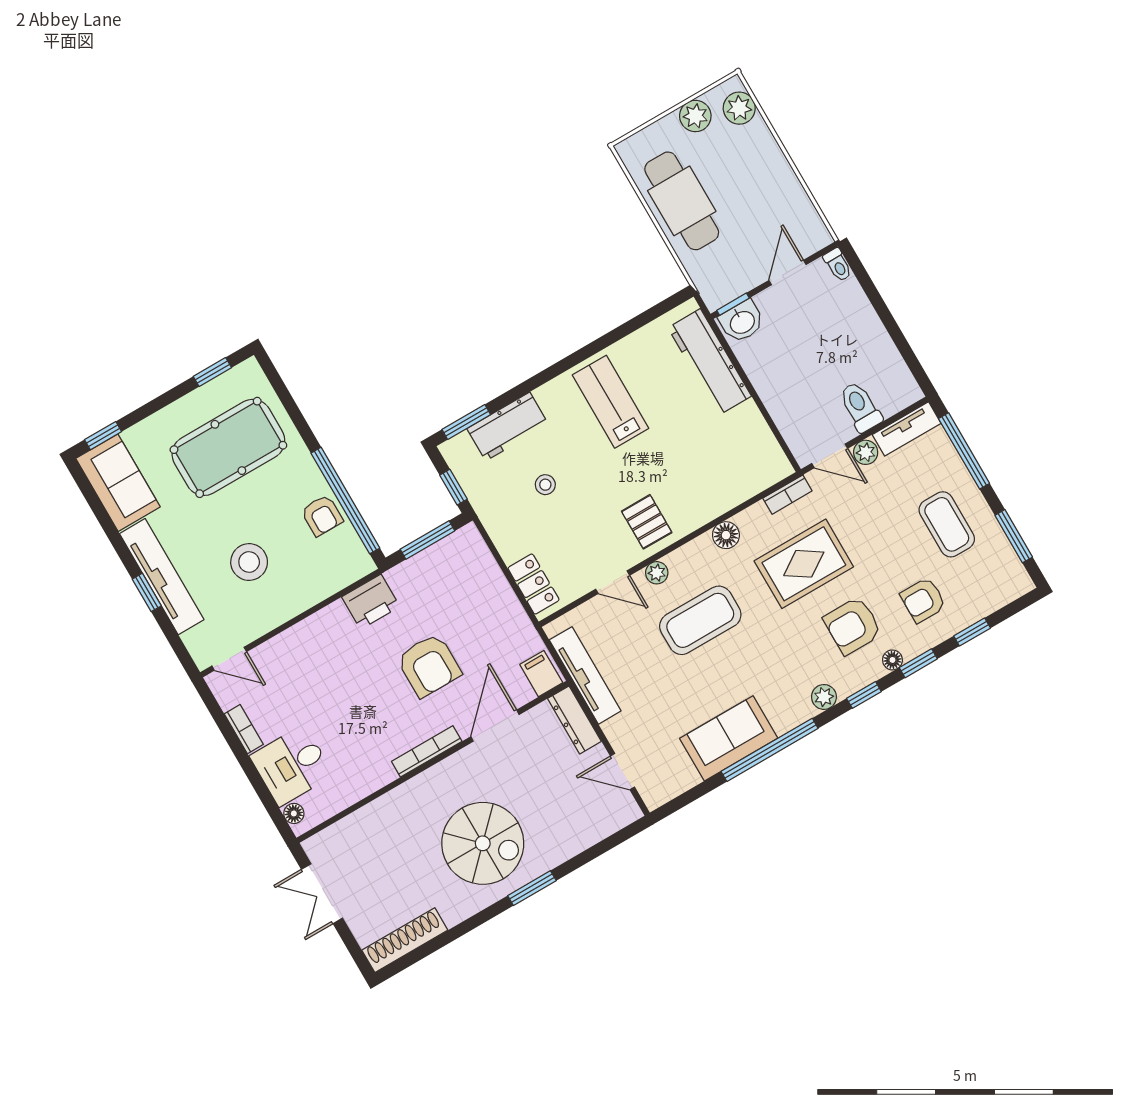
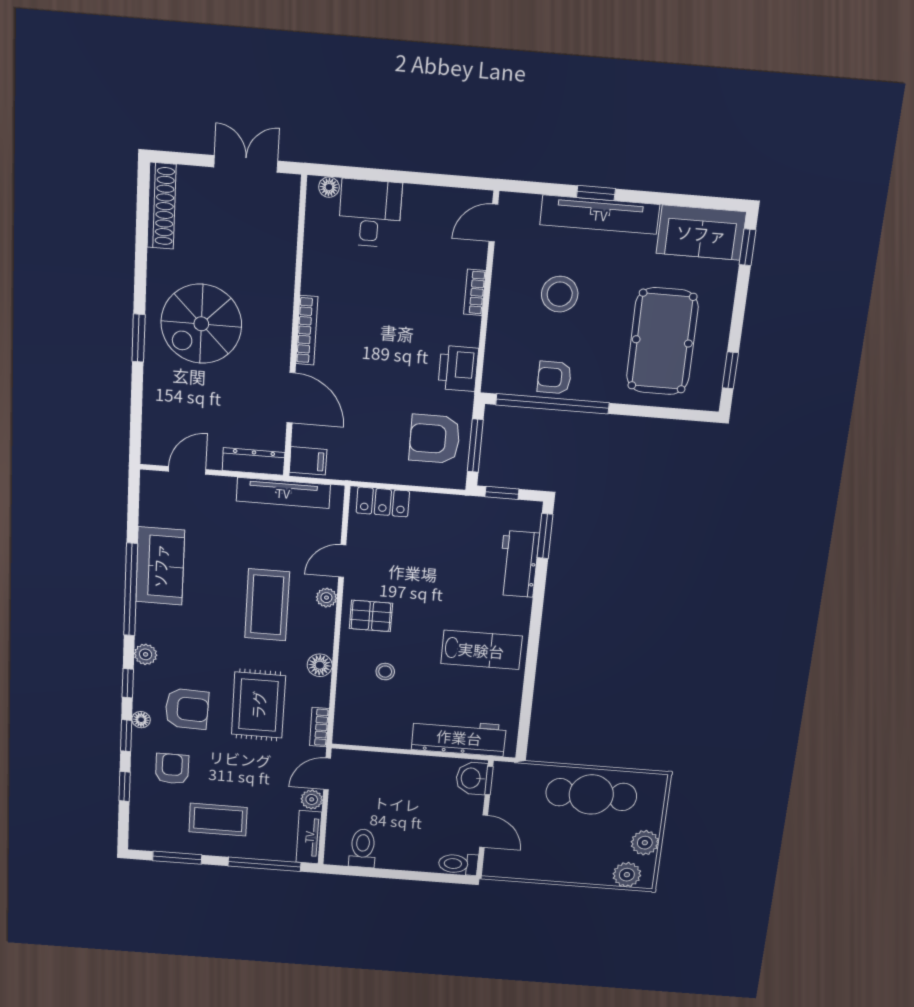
toilet: (838, 265) -> (458, 864), width x1.37, depth x1.39
toilet: (860, 407) -> (363, 848), moved, turned -90
stool: (545, 485) -> (385, 672), moved
armchair: (853, 626) -> (187, 709), turned 92
armchair: (429, 665) -> (435, 439), moved
bookcase: (244, 729) -> (475, 292), moved, turned 90

